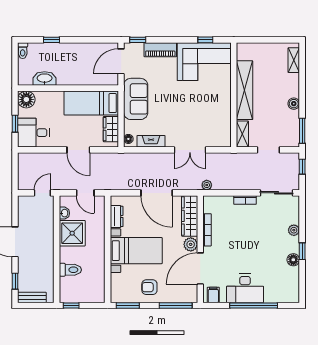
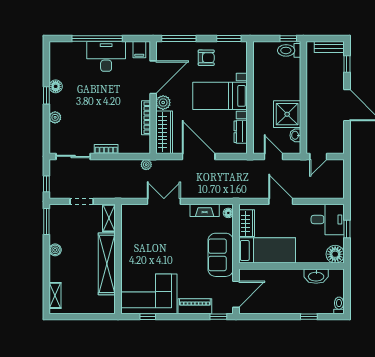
toilet: (70, 270) -> (289, 50), moved

